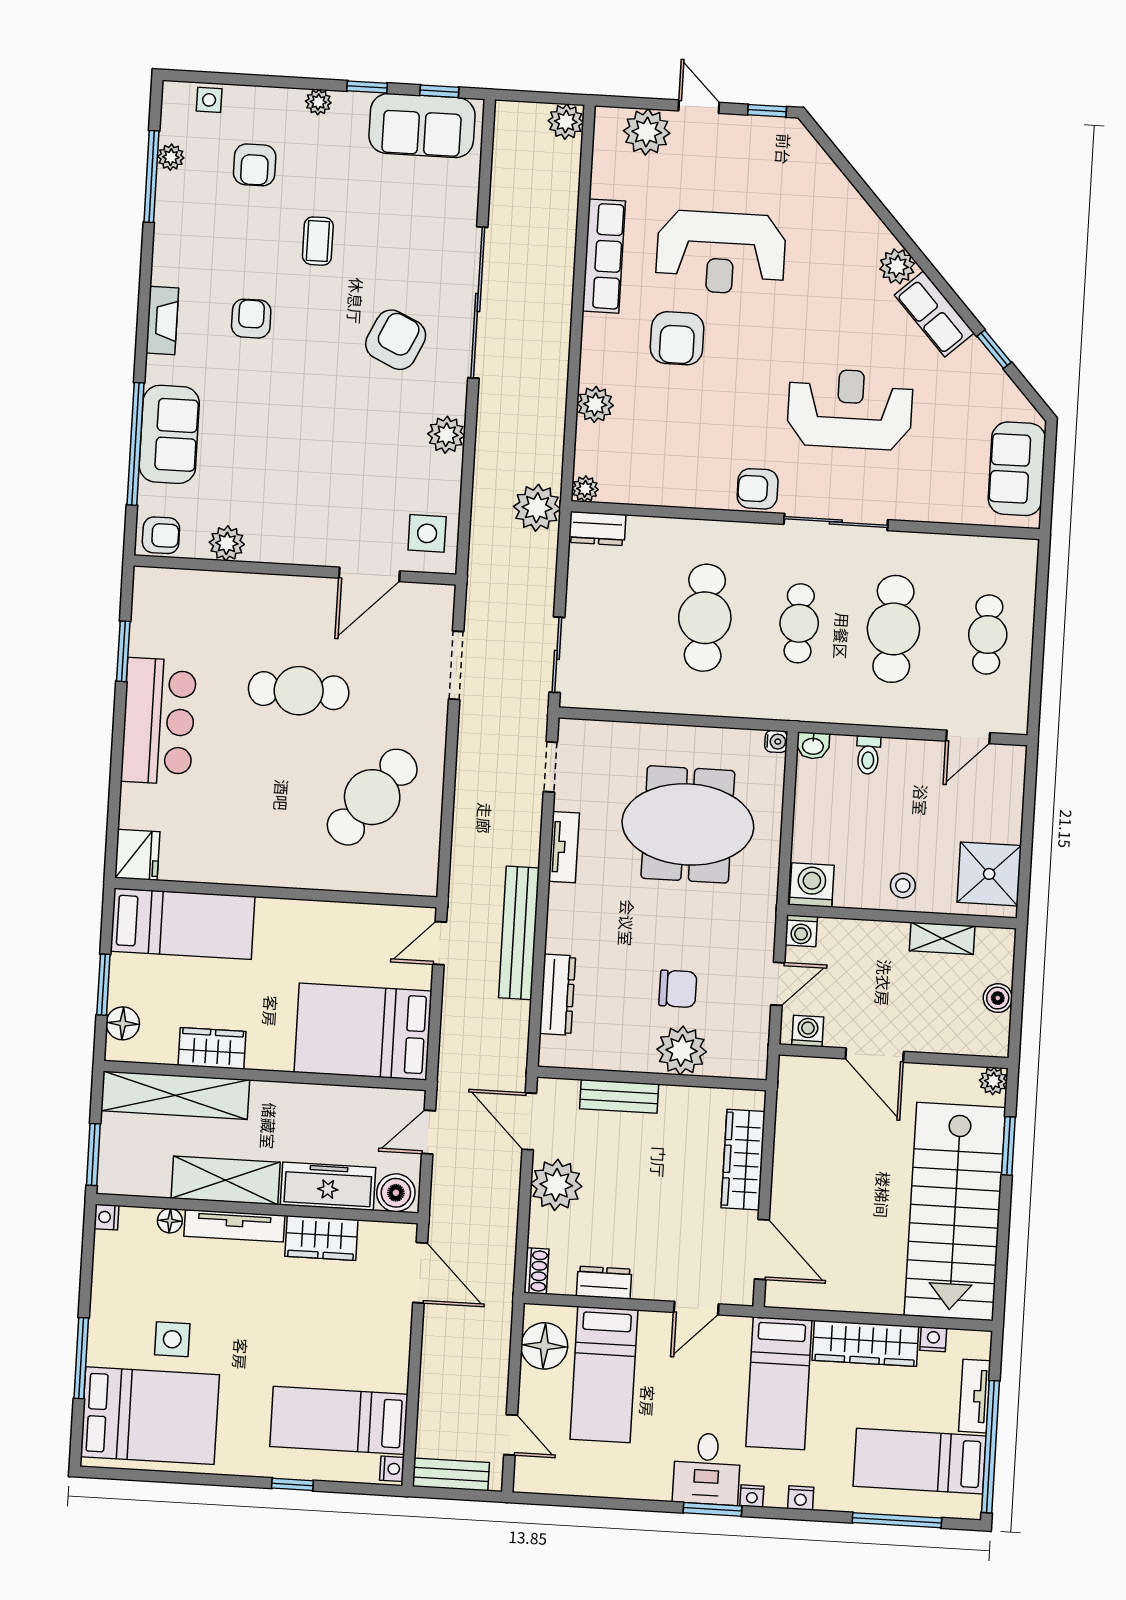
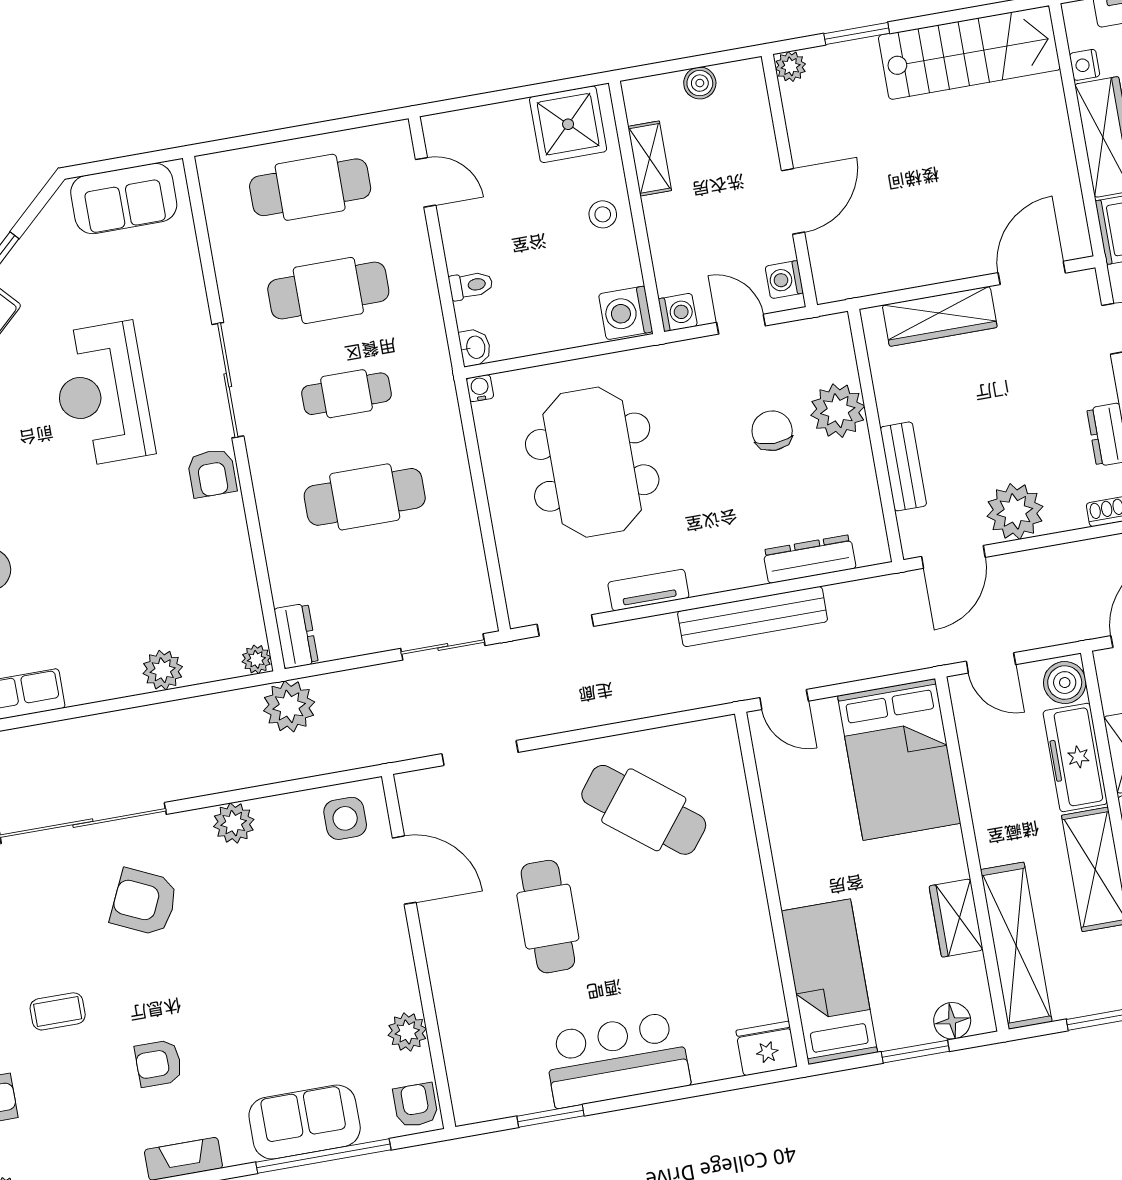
armchair: (677, 338) -> (70, 599), removed
cafe table: (988, 635) -> (310, 187), width x1.37, depth x1.35
stairs: (955, 1211) -> (969, 53), width x0.73, depth x0.66

